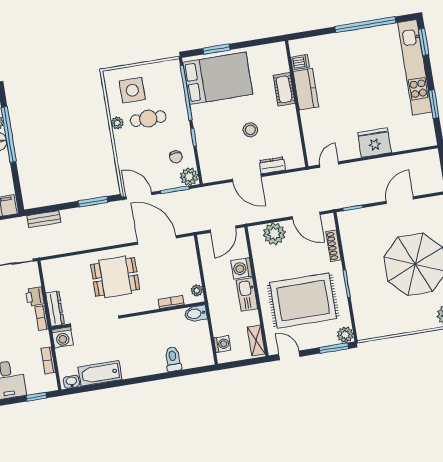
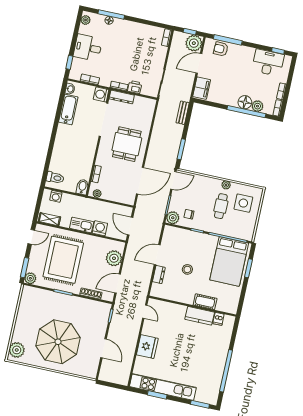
kitchen unit: (415, 67) -> (163, 387), moved
toilet: (173, 359) -> (55, 178), moved

